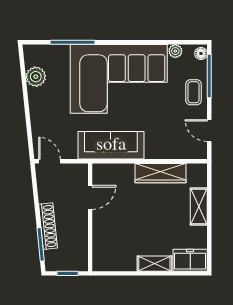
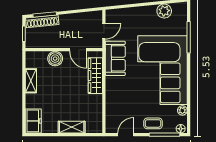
sofa: (111, 145) -> (115, 58), width x0.73
door: (49, 161) -> (104, 31), moved
wardrobe: (161, 173) -> (95, 76), moved
shoe rack: (48, 226) -> (42, 21), moved
boiler: (103, 230) -> (55, 59), added
shelving: (154, 264) -> (31, 81), moved

